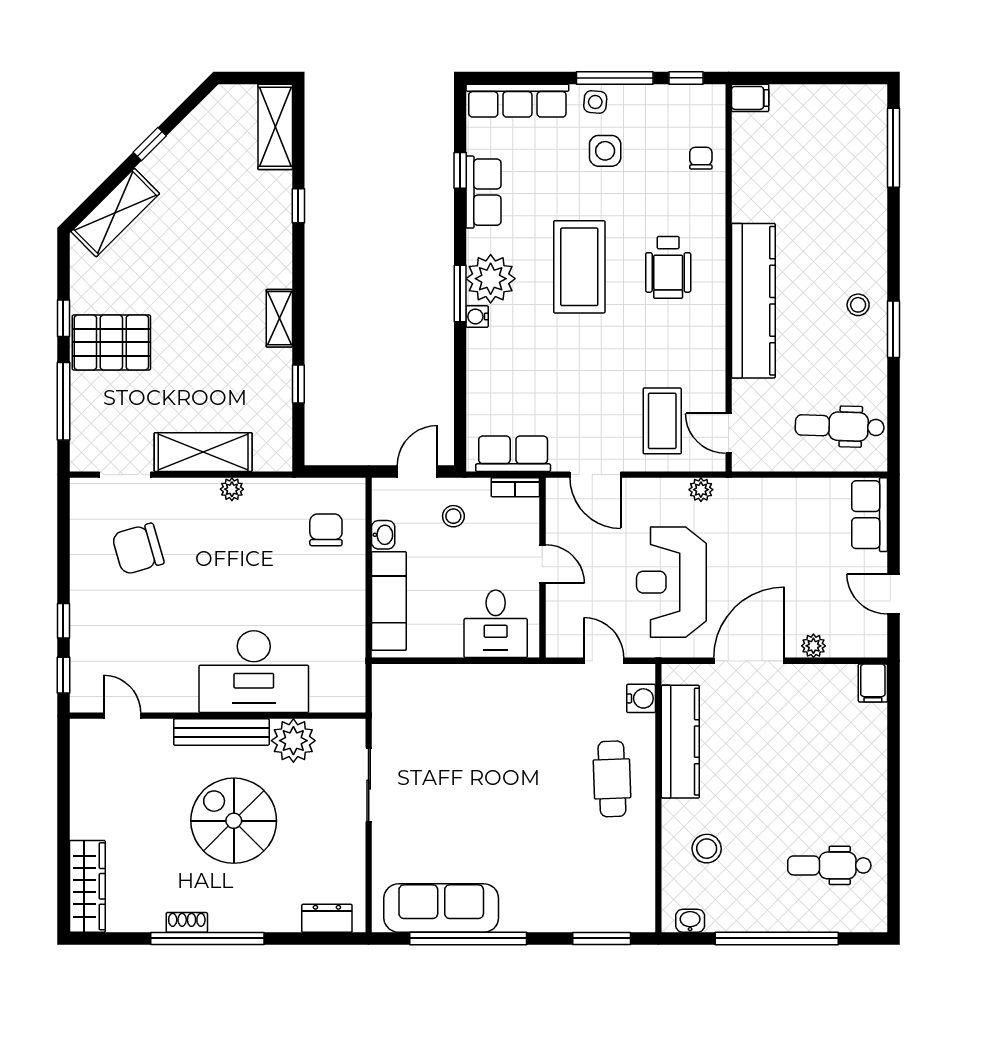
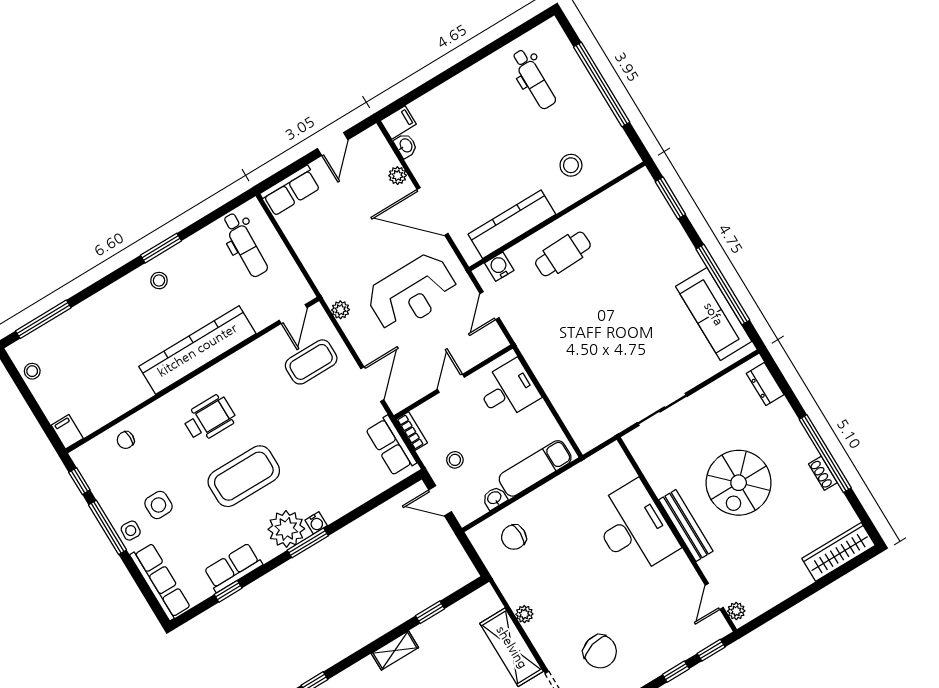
stool: (842, 100) -> (32, 371), added
plant: (293, 741) -> (736, 611), moved, width x0.53, depth x0.53
washbasin: (690, 921) -> (406, 146), moved, turned 180

